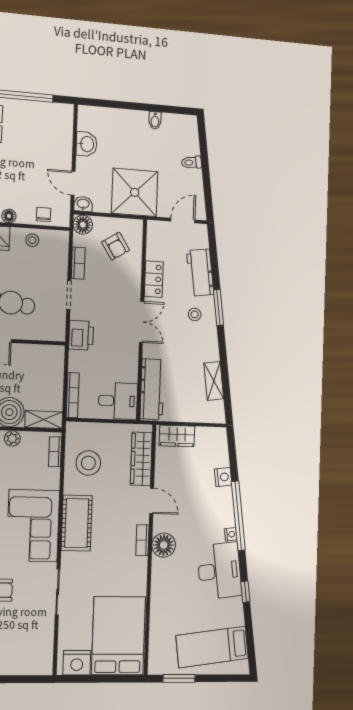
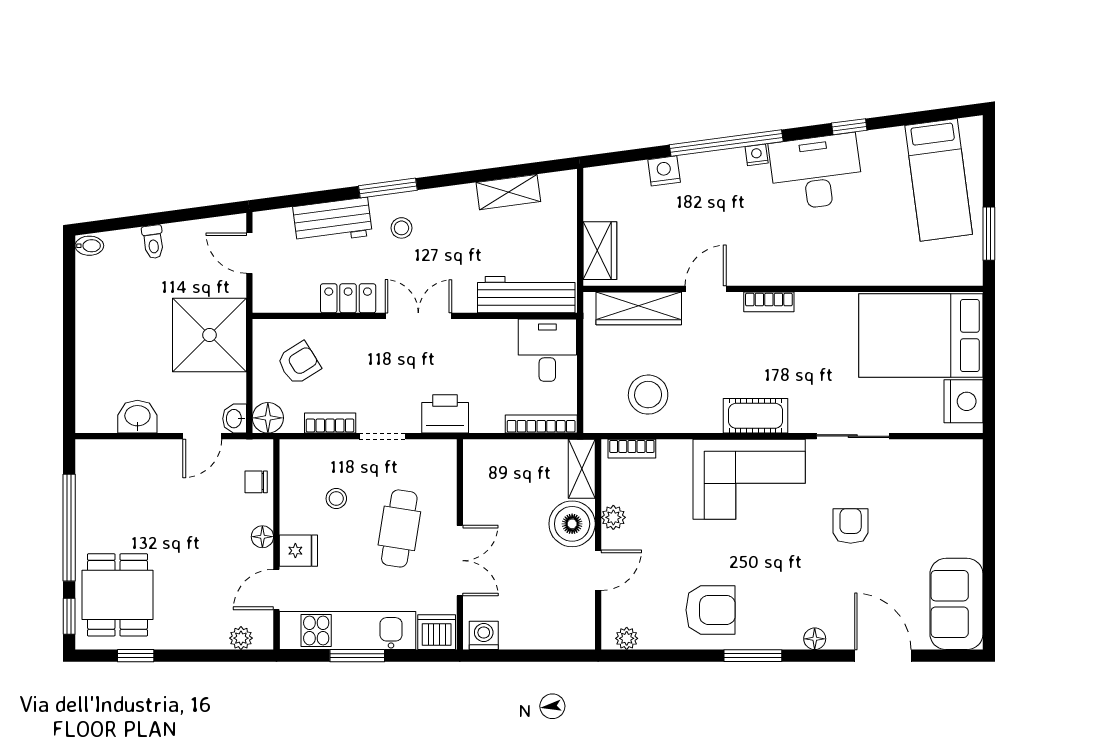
bidet: (155, 120) -> (89, 246), moved
stool: (32, 240) -> (336, 499), moved
cot: (77, 523) -> (756, 416), width x0.73, depth x0.75
floor lamp: (164, 545) -> (776, 267), removed

